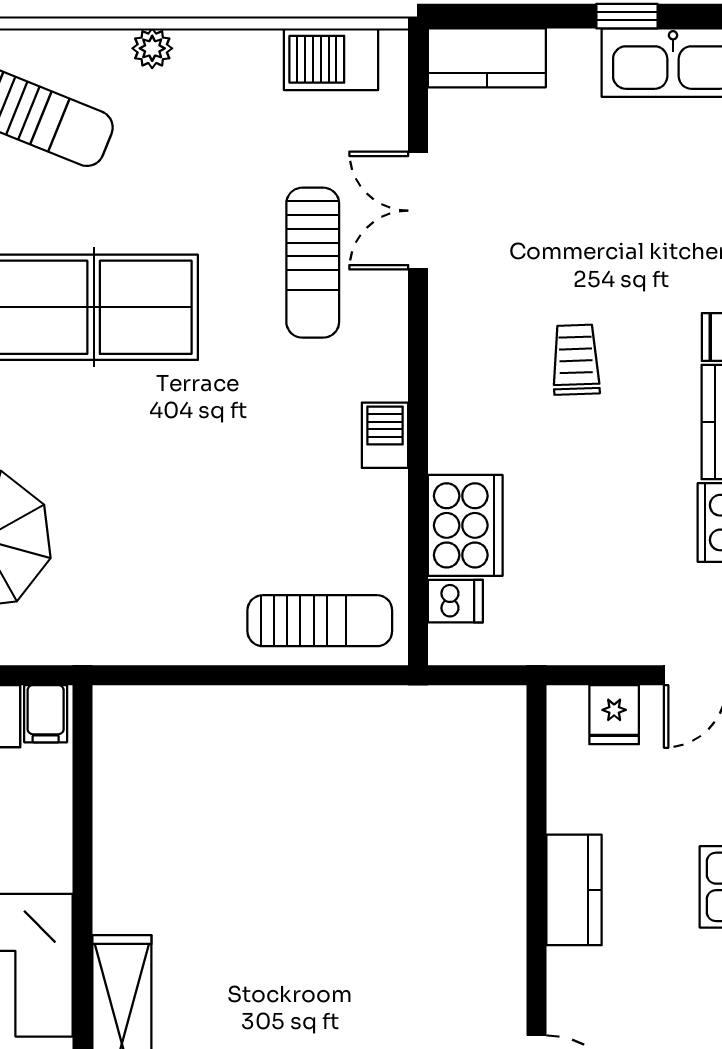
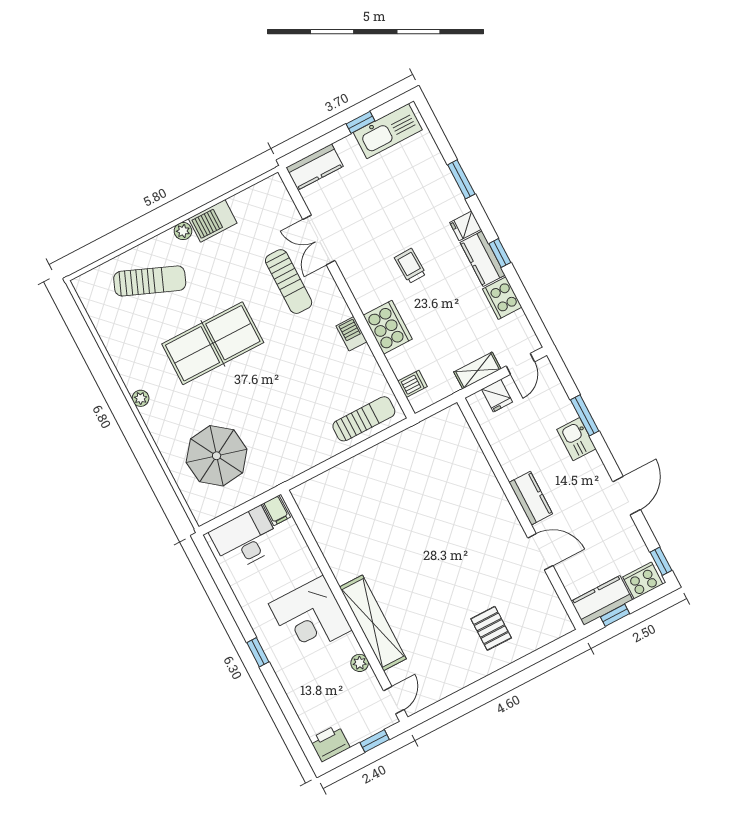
barbecue: (331, 59) -> (213, 221), moved
cooker: (465, 525) -> (388, 327), moved
shelving: (601, 643) -> (477, 371), added
kitchen counter: (574, 890) -> (531, 498), moved

